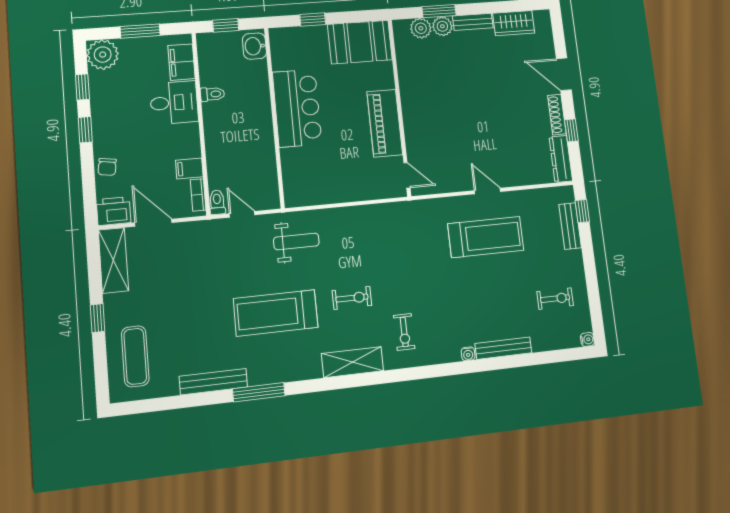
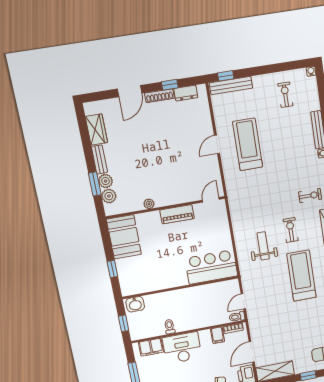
plant: (406, 84) -> (149, 204), added
desk: (174, 103) -> (182, 348), width x1.37
bar counter: (297, 108) -> (211, 267), moved
piano: (385, 123) -> (177, 214), width x0.73, depth x0.75
dresser: (561, 159) -> (186, 93), width x0.70
bench: (570, 226) -> (231, 86), width x1.36
weight bench: (296, 241) -> (263, 246), moved
treadmill: (276, 313) -> (301, 276), turned 180

